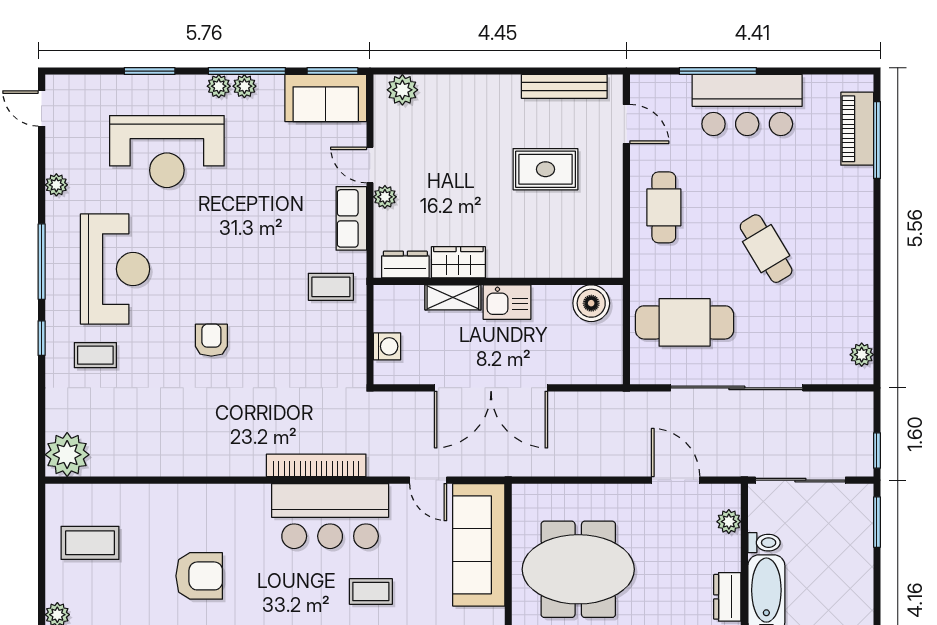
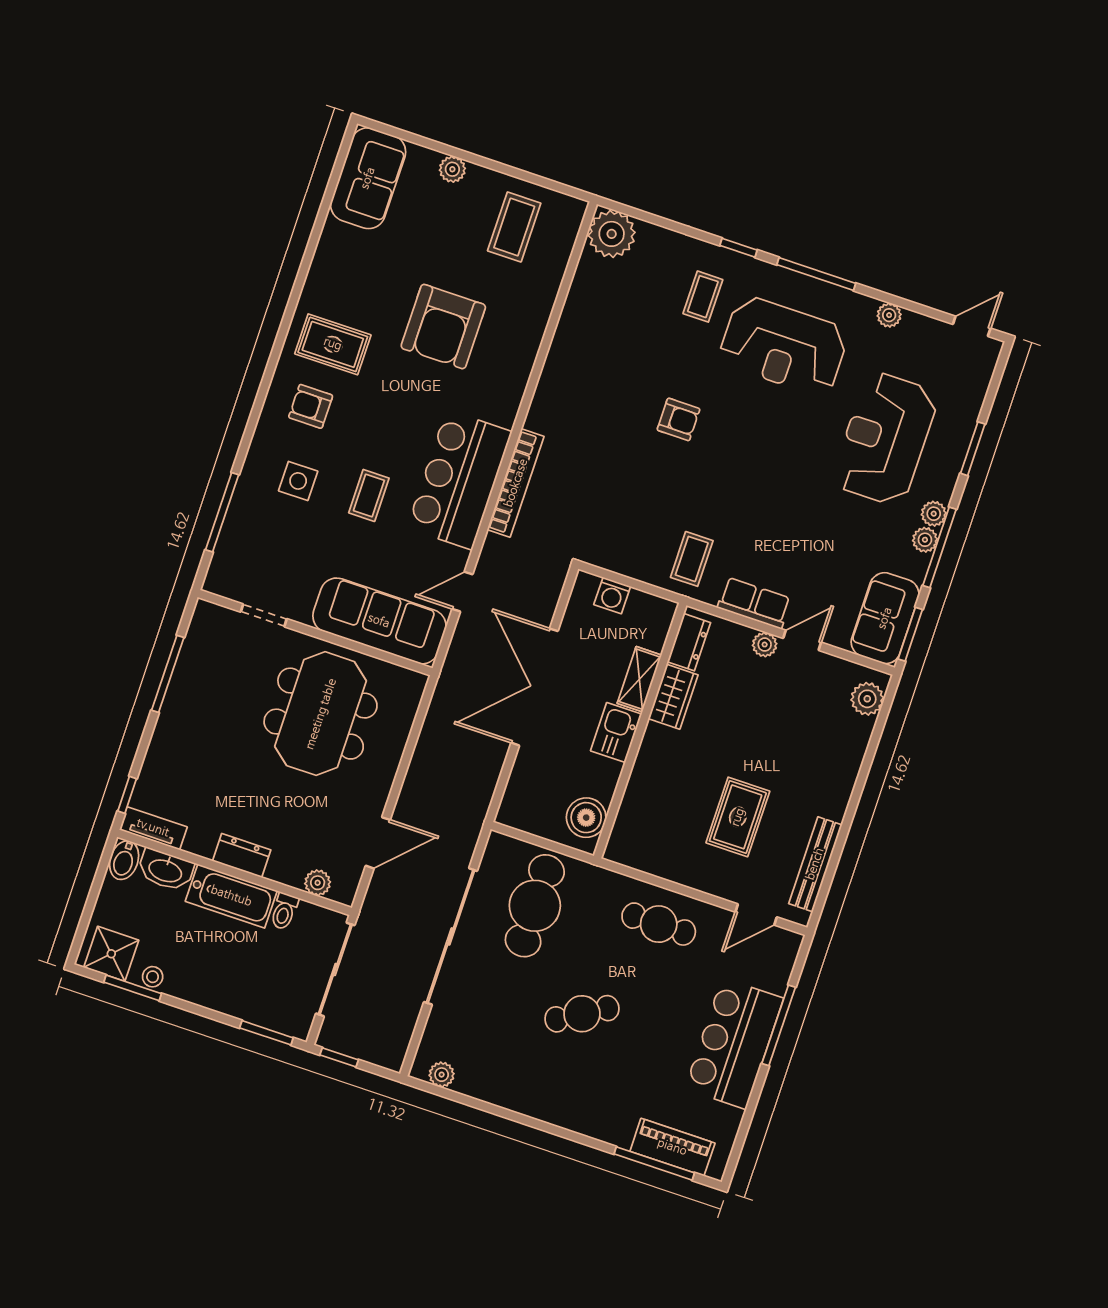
armchair: (199, 576) -> (443, 327), width x1.36, depth x1.36

